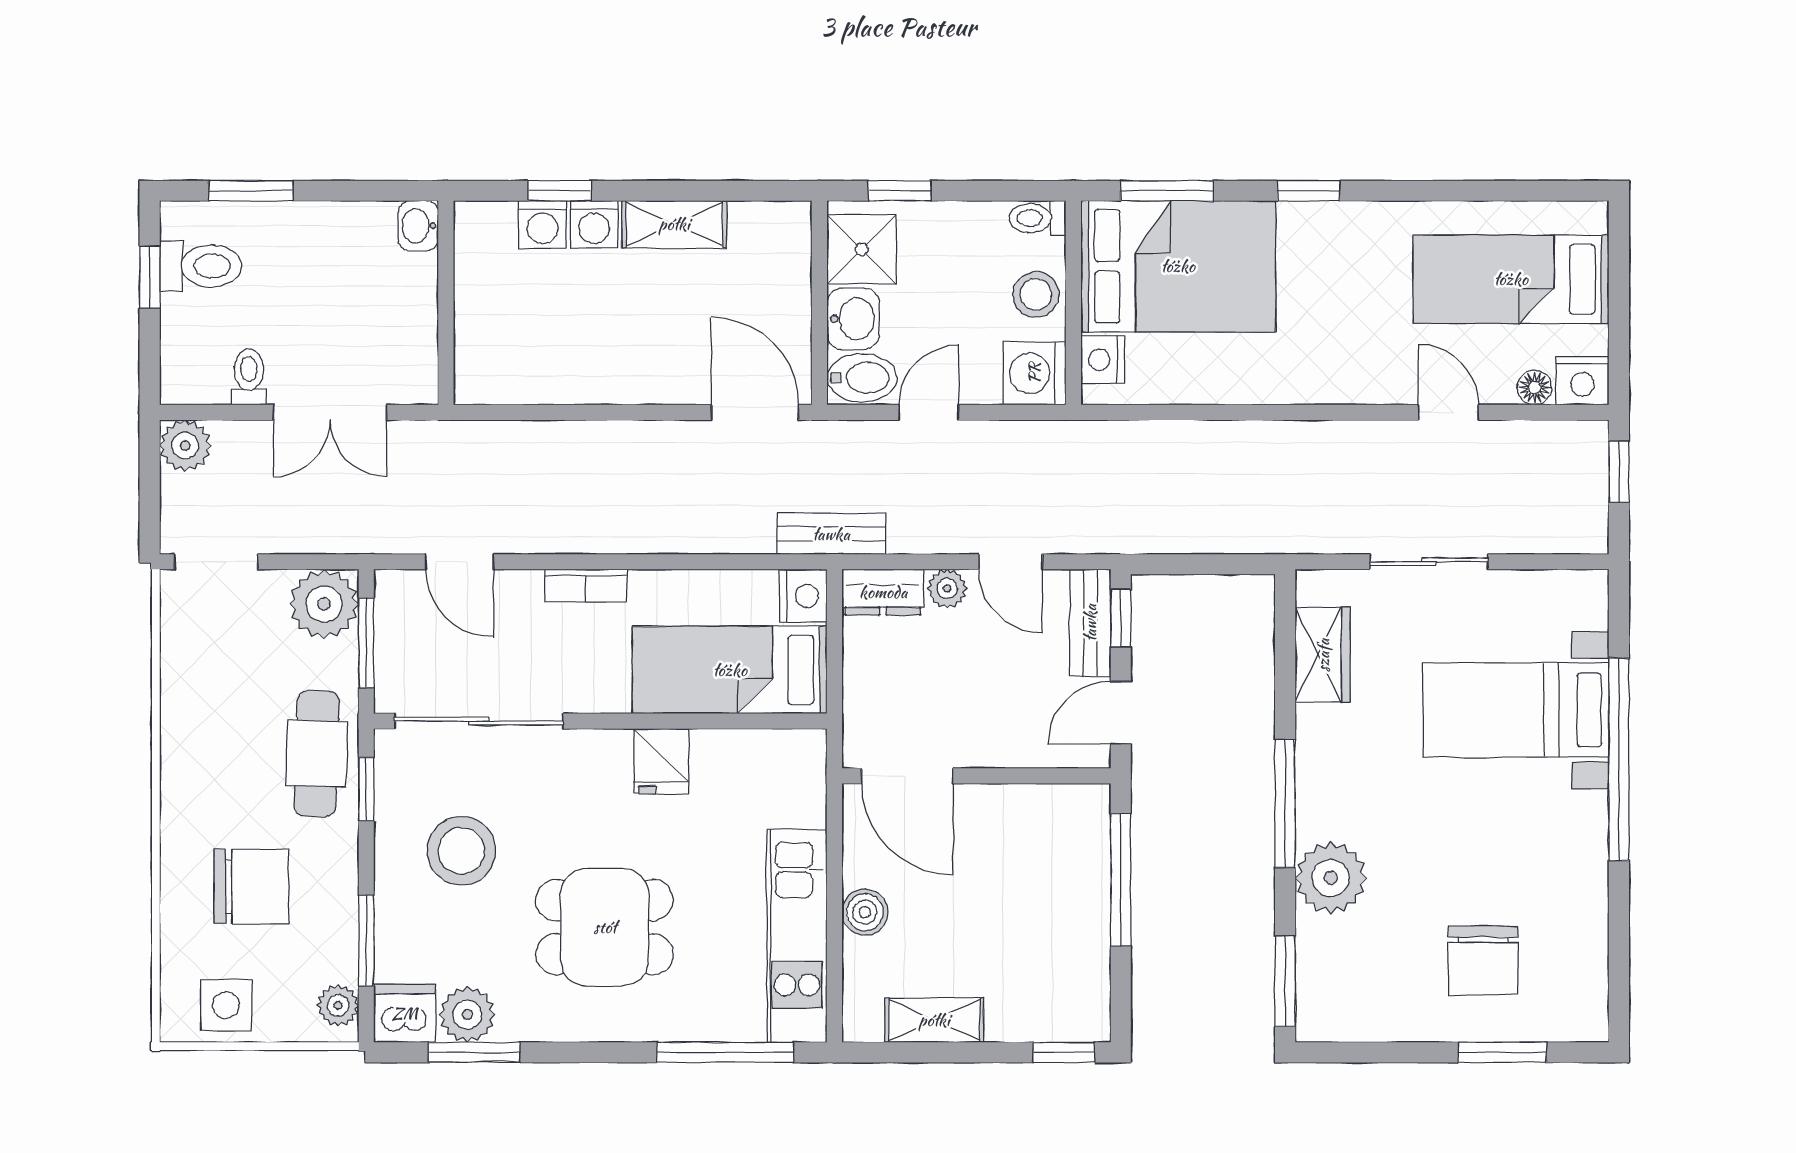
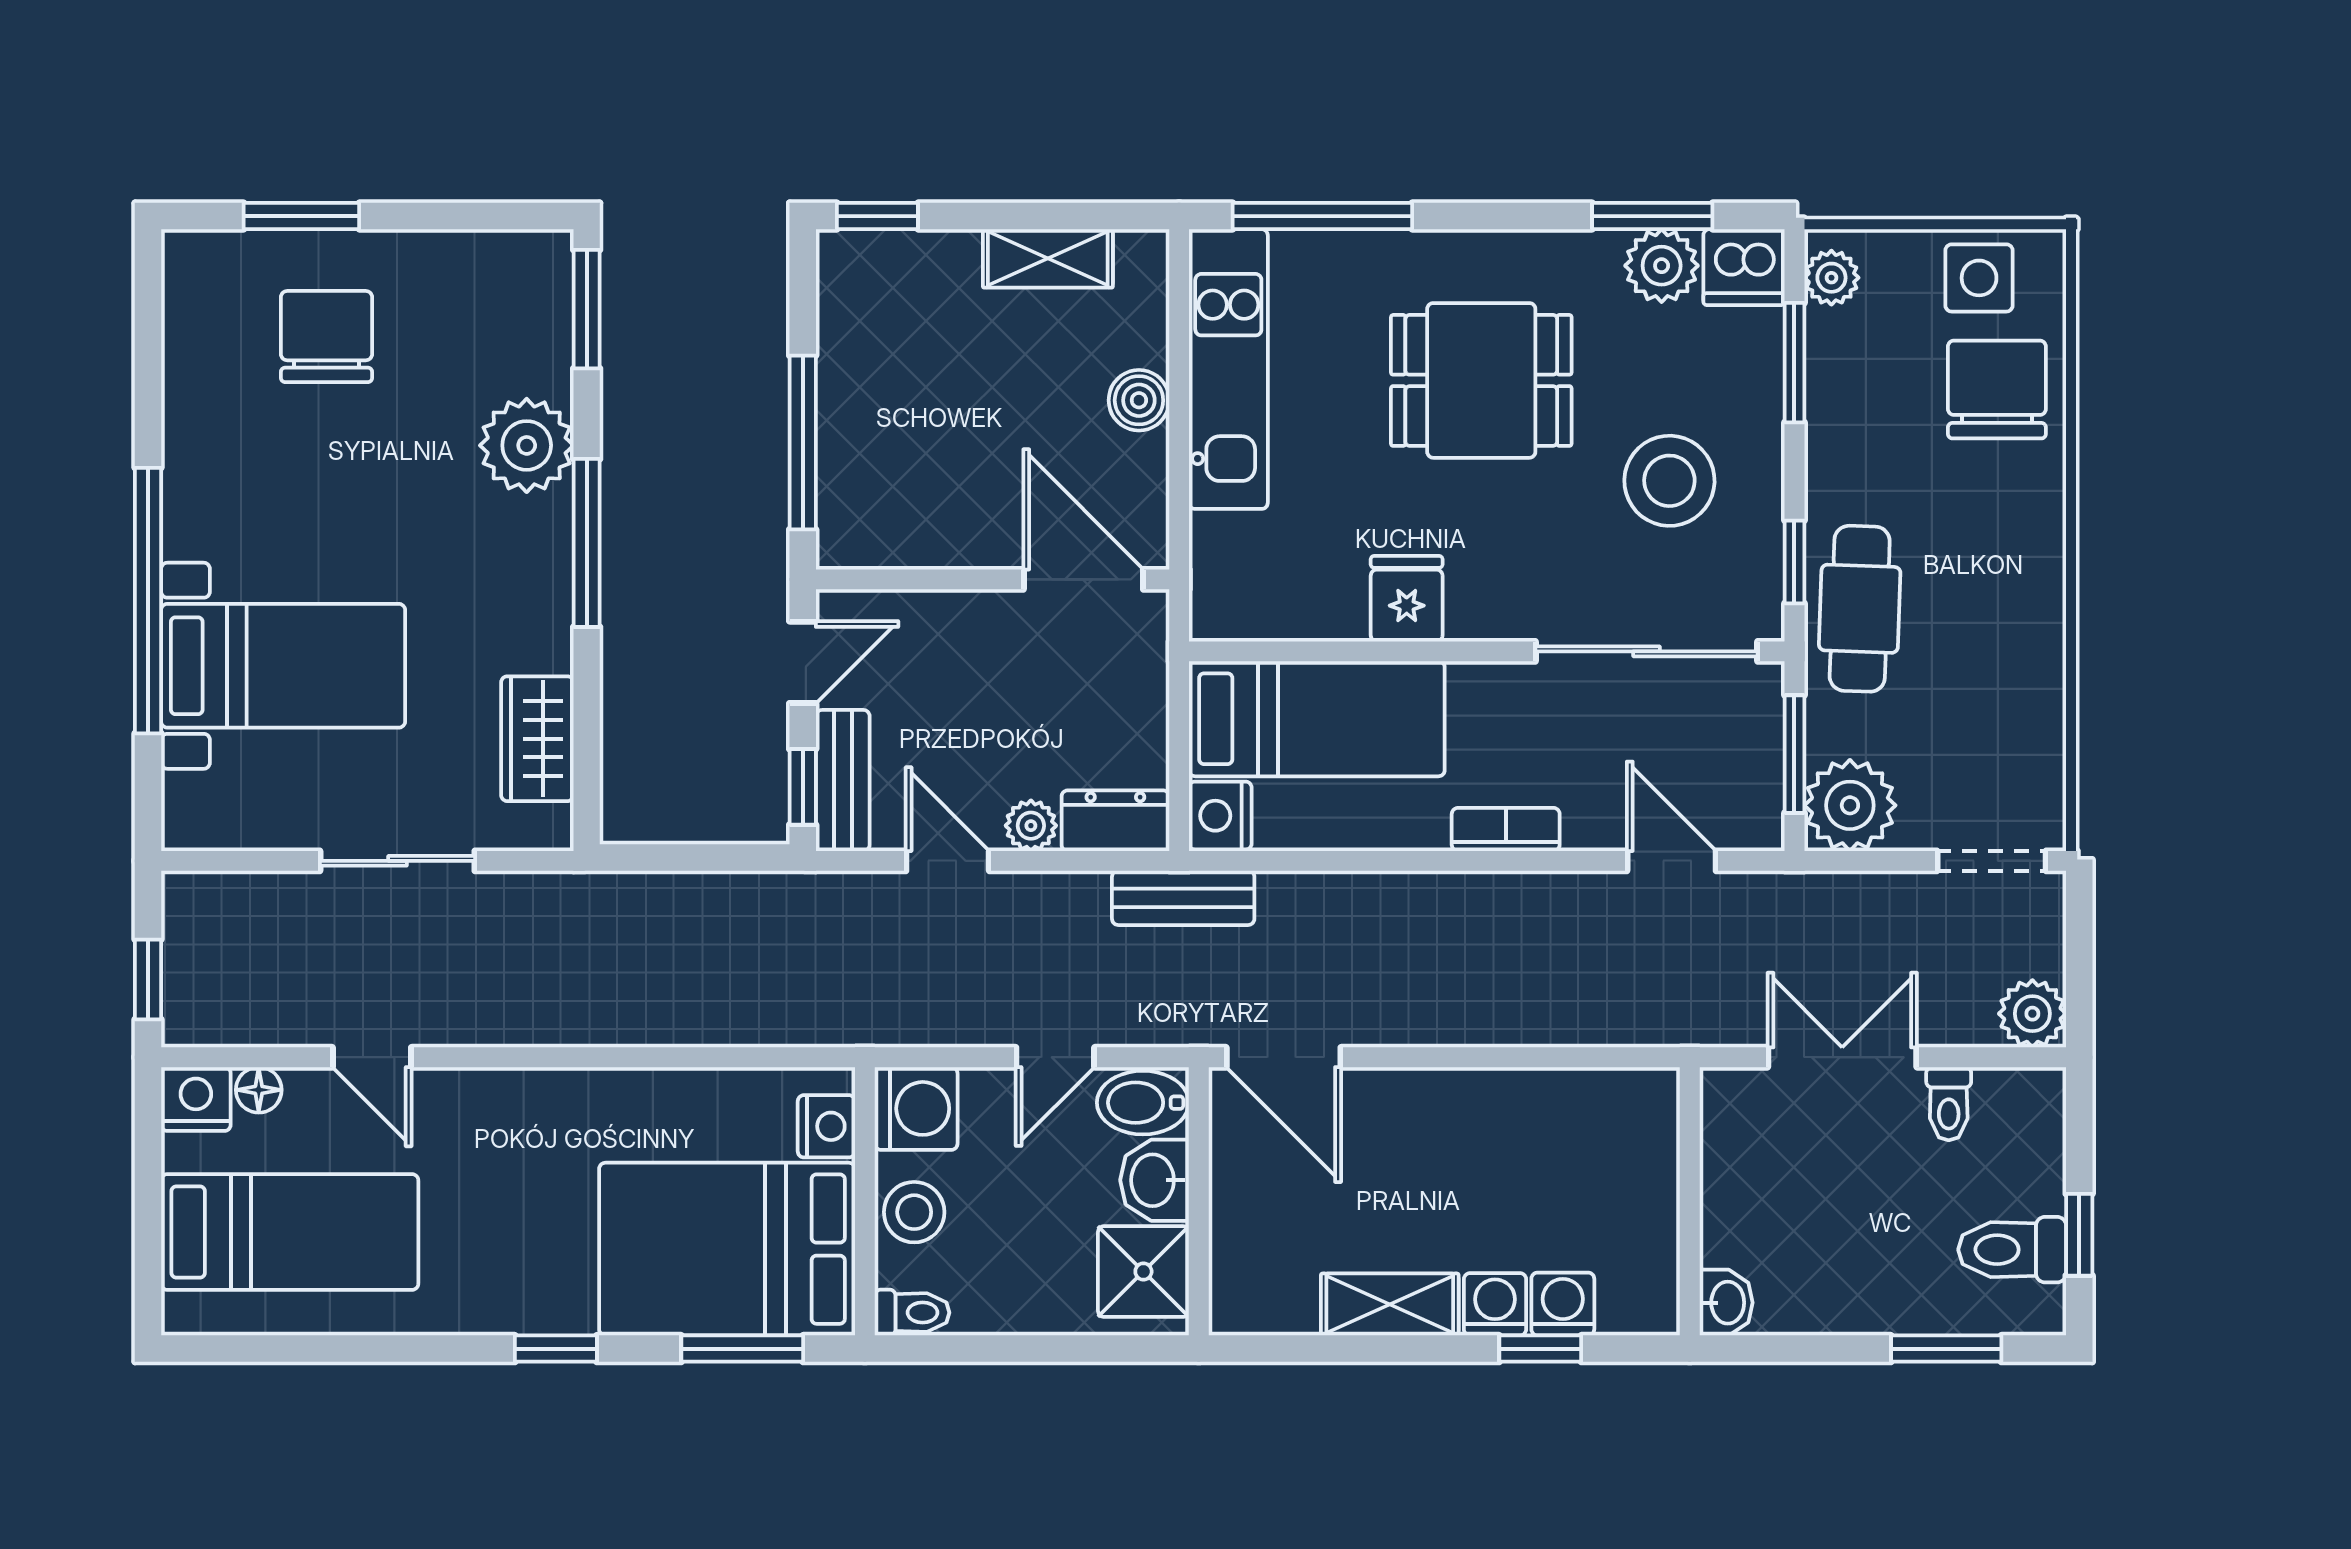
window: (900, 191) -> (1093, 1349), removed
chair: (251, 887) -> (1997, 390), moved, turned 90

